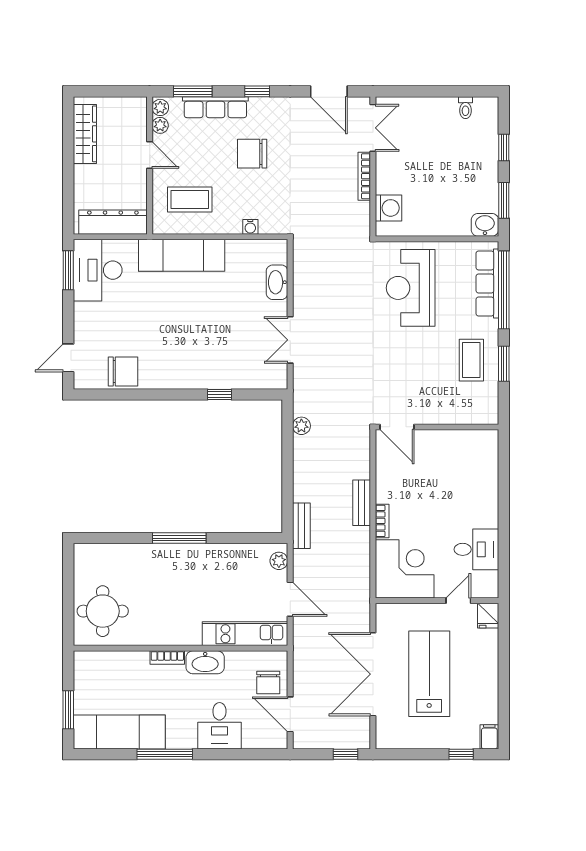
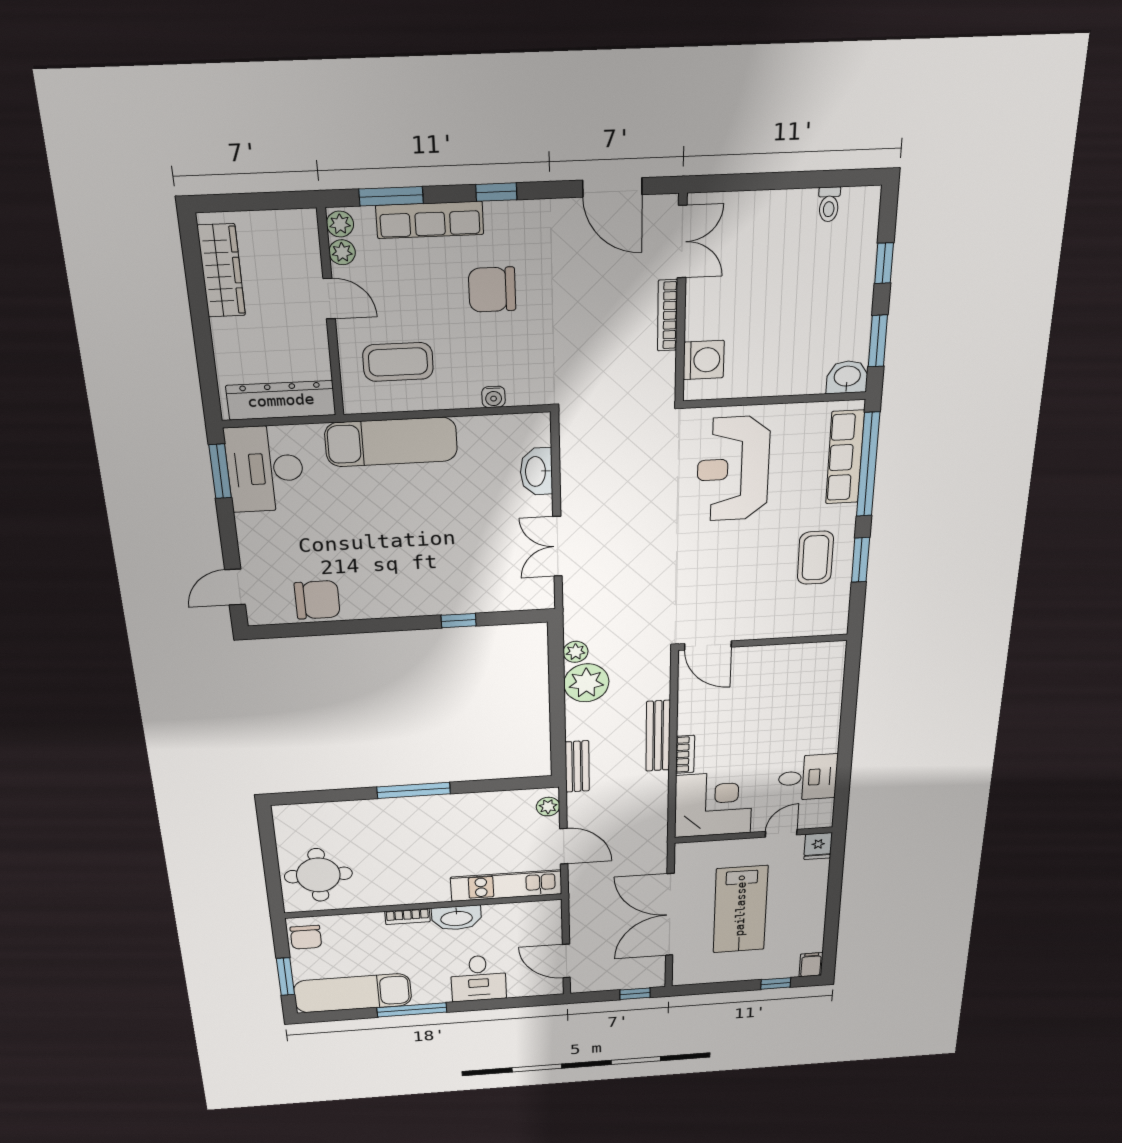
plant: (309, 453) -> (586, 683), added
bench: (362, 503) -> (658, 736), width x1.36
lab bench: (429, 674) -> (740, 909), turned 180
chair: (268, 683) -> (306, 937), moved

